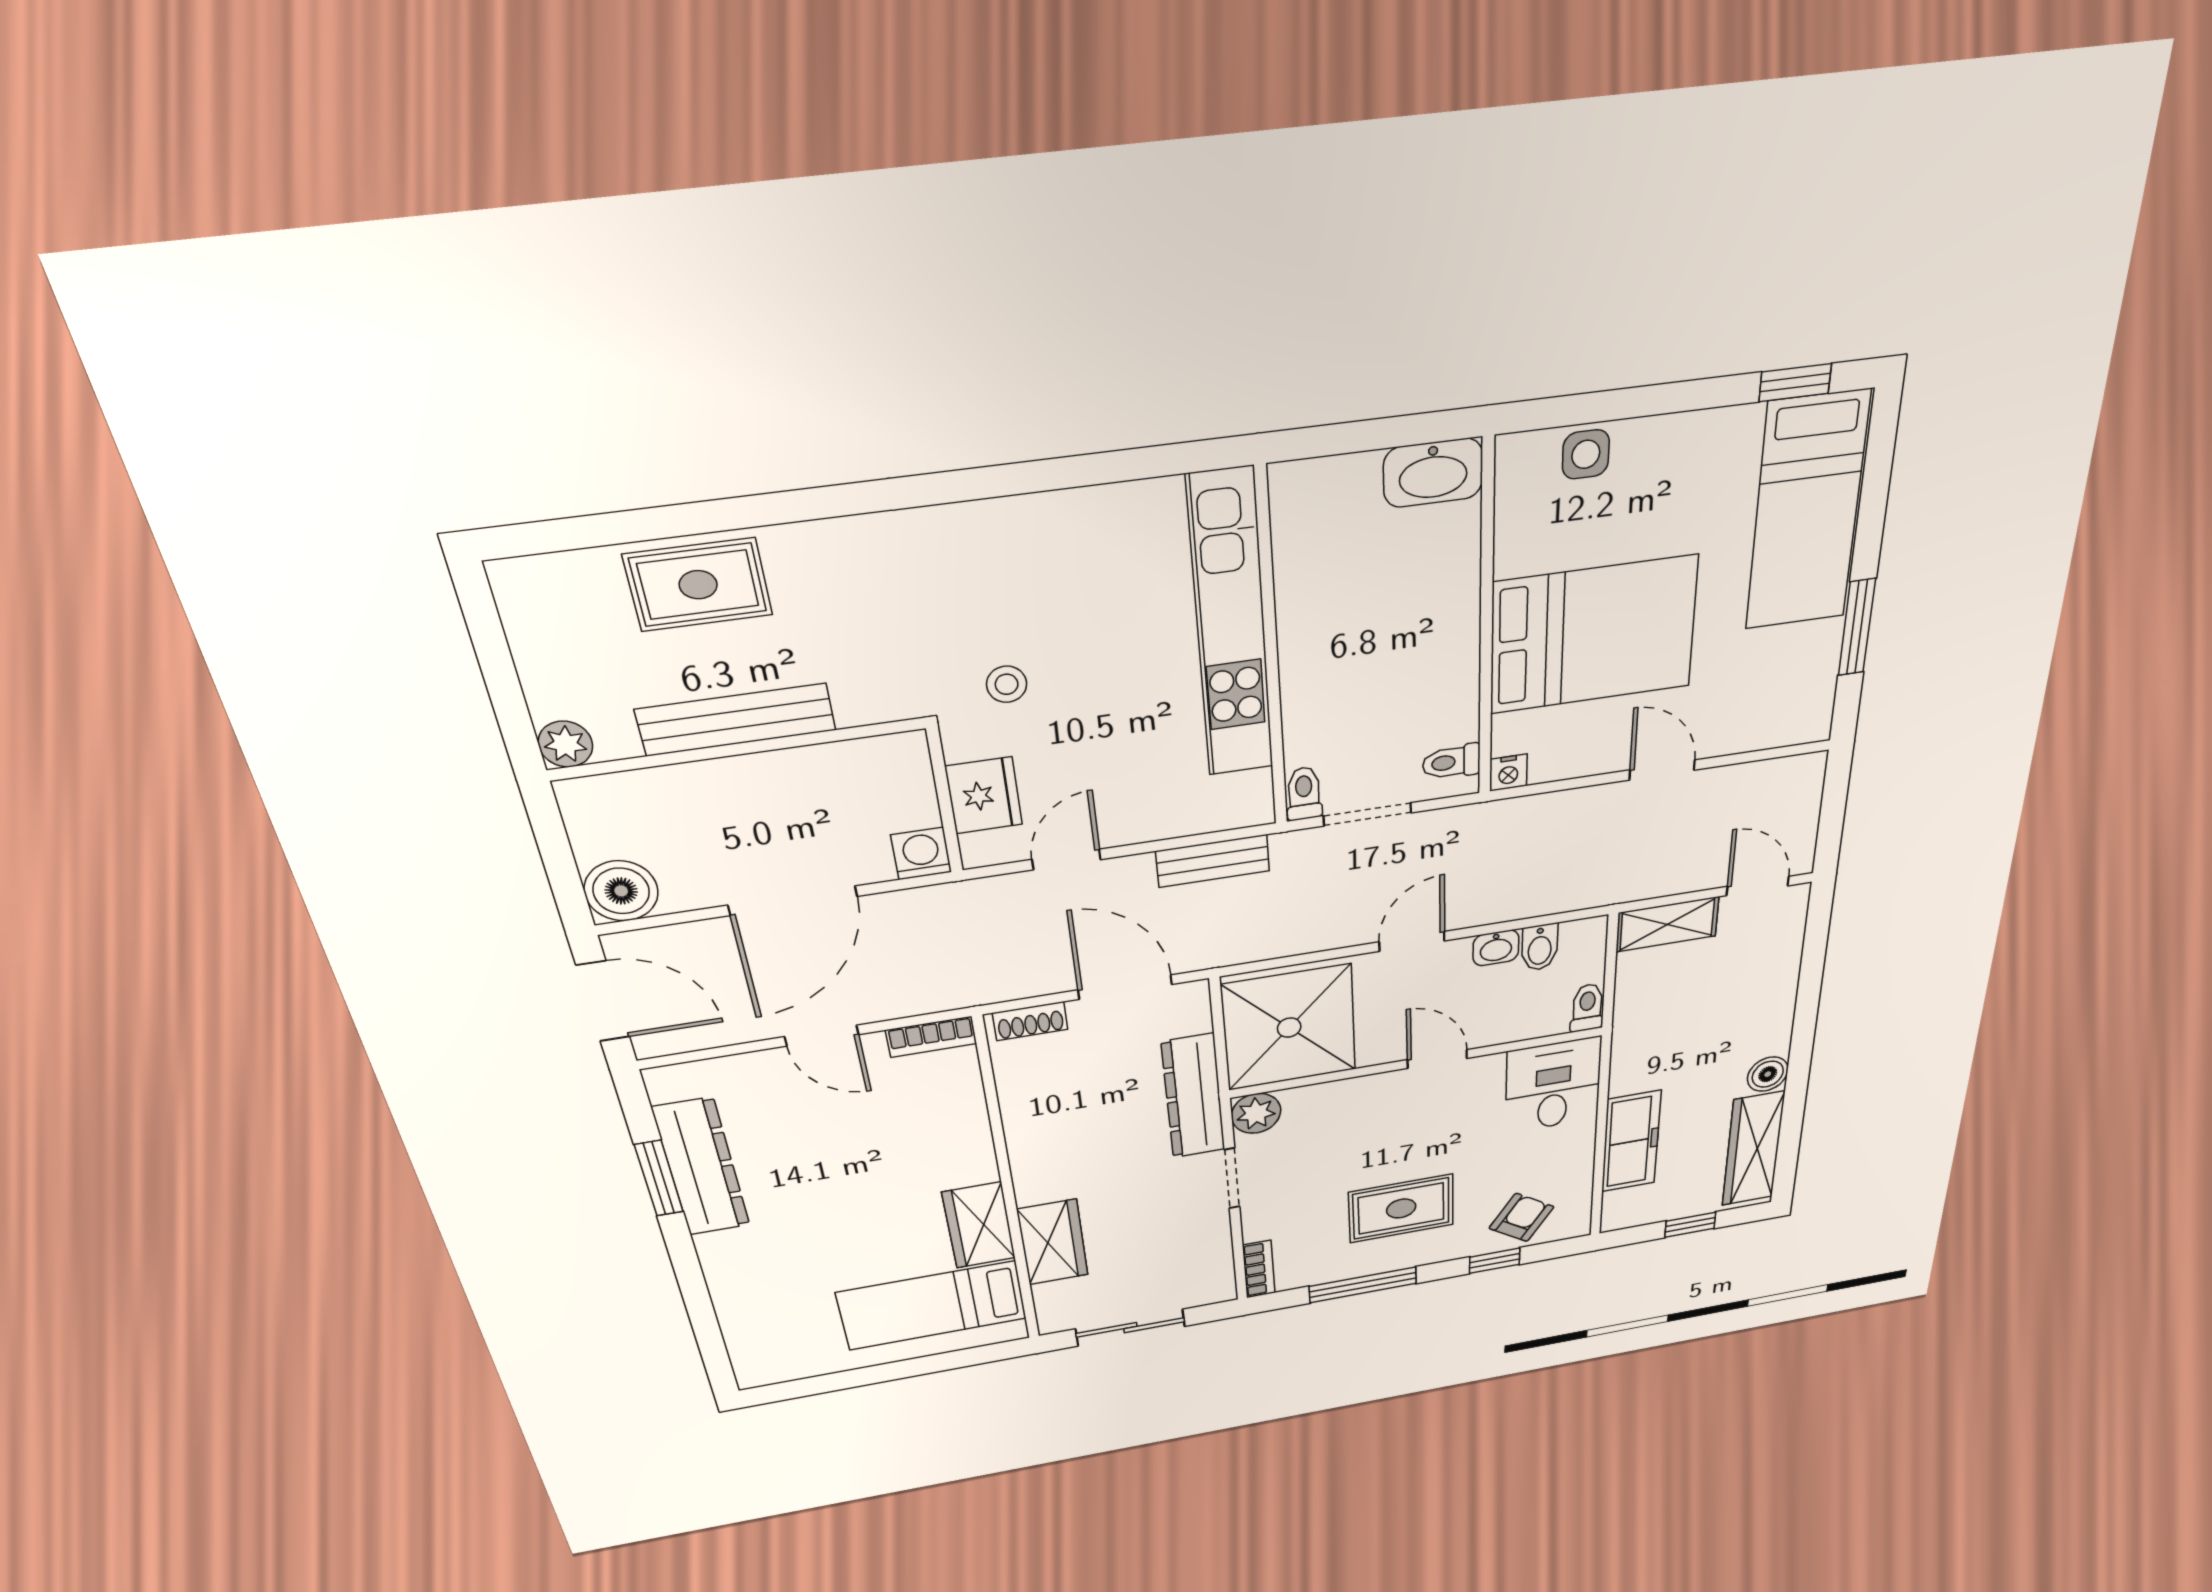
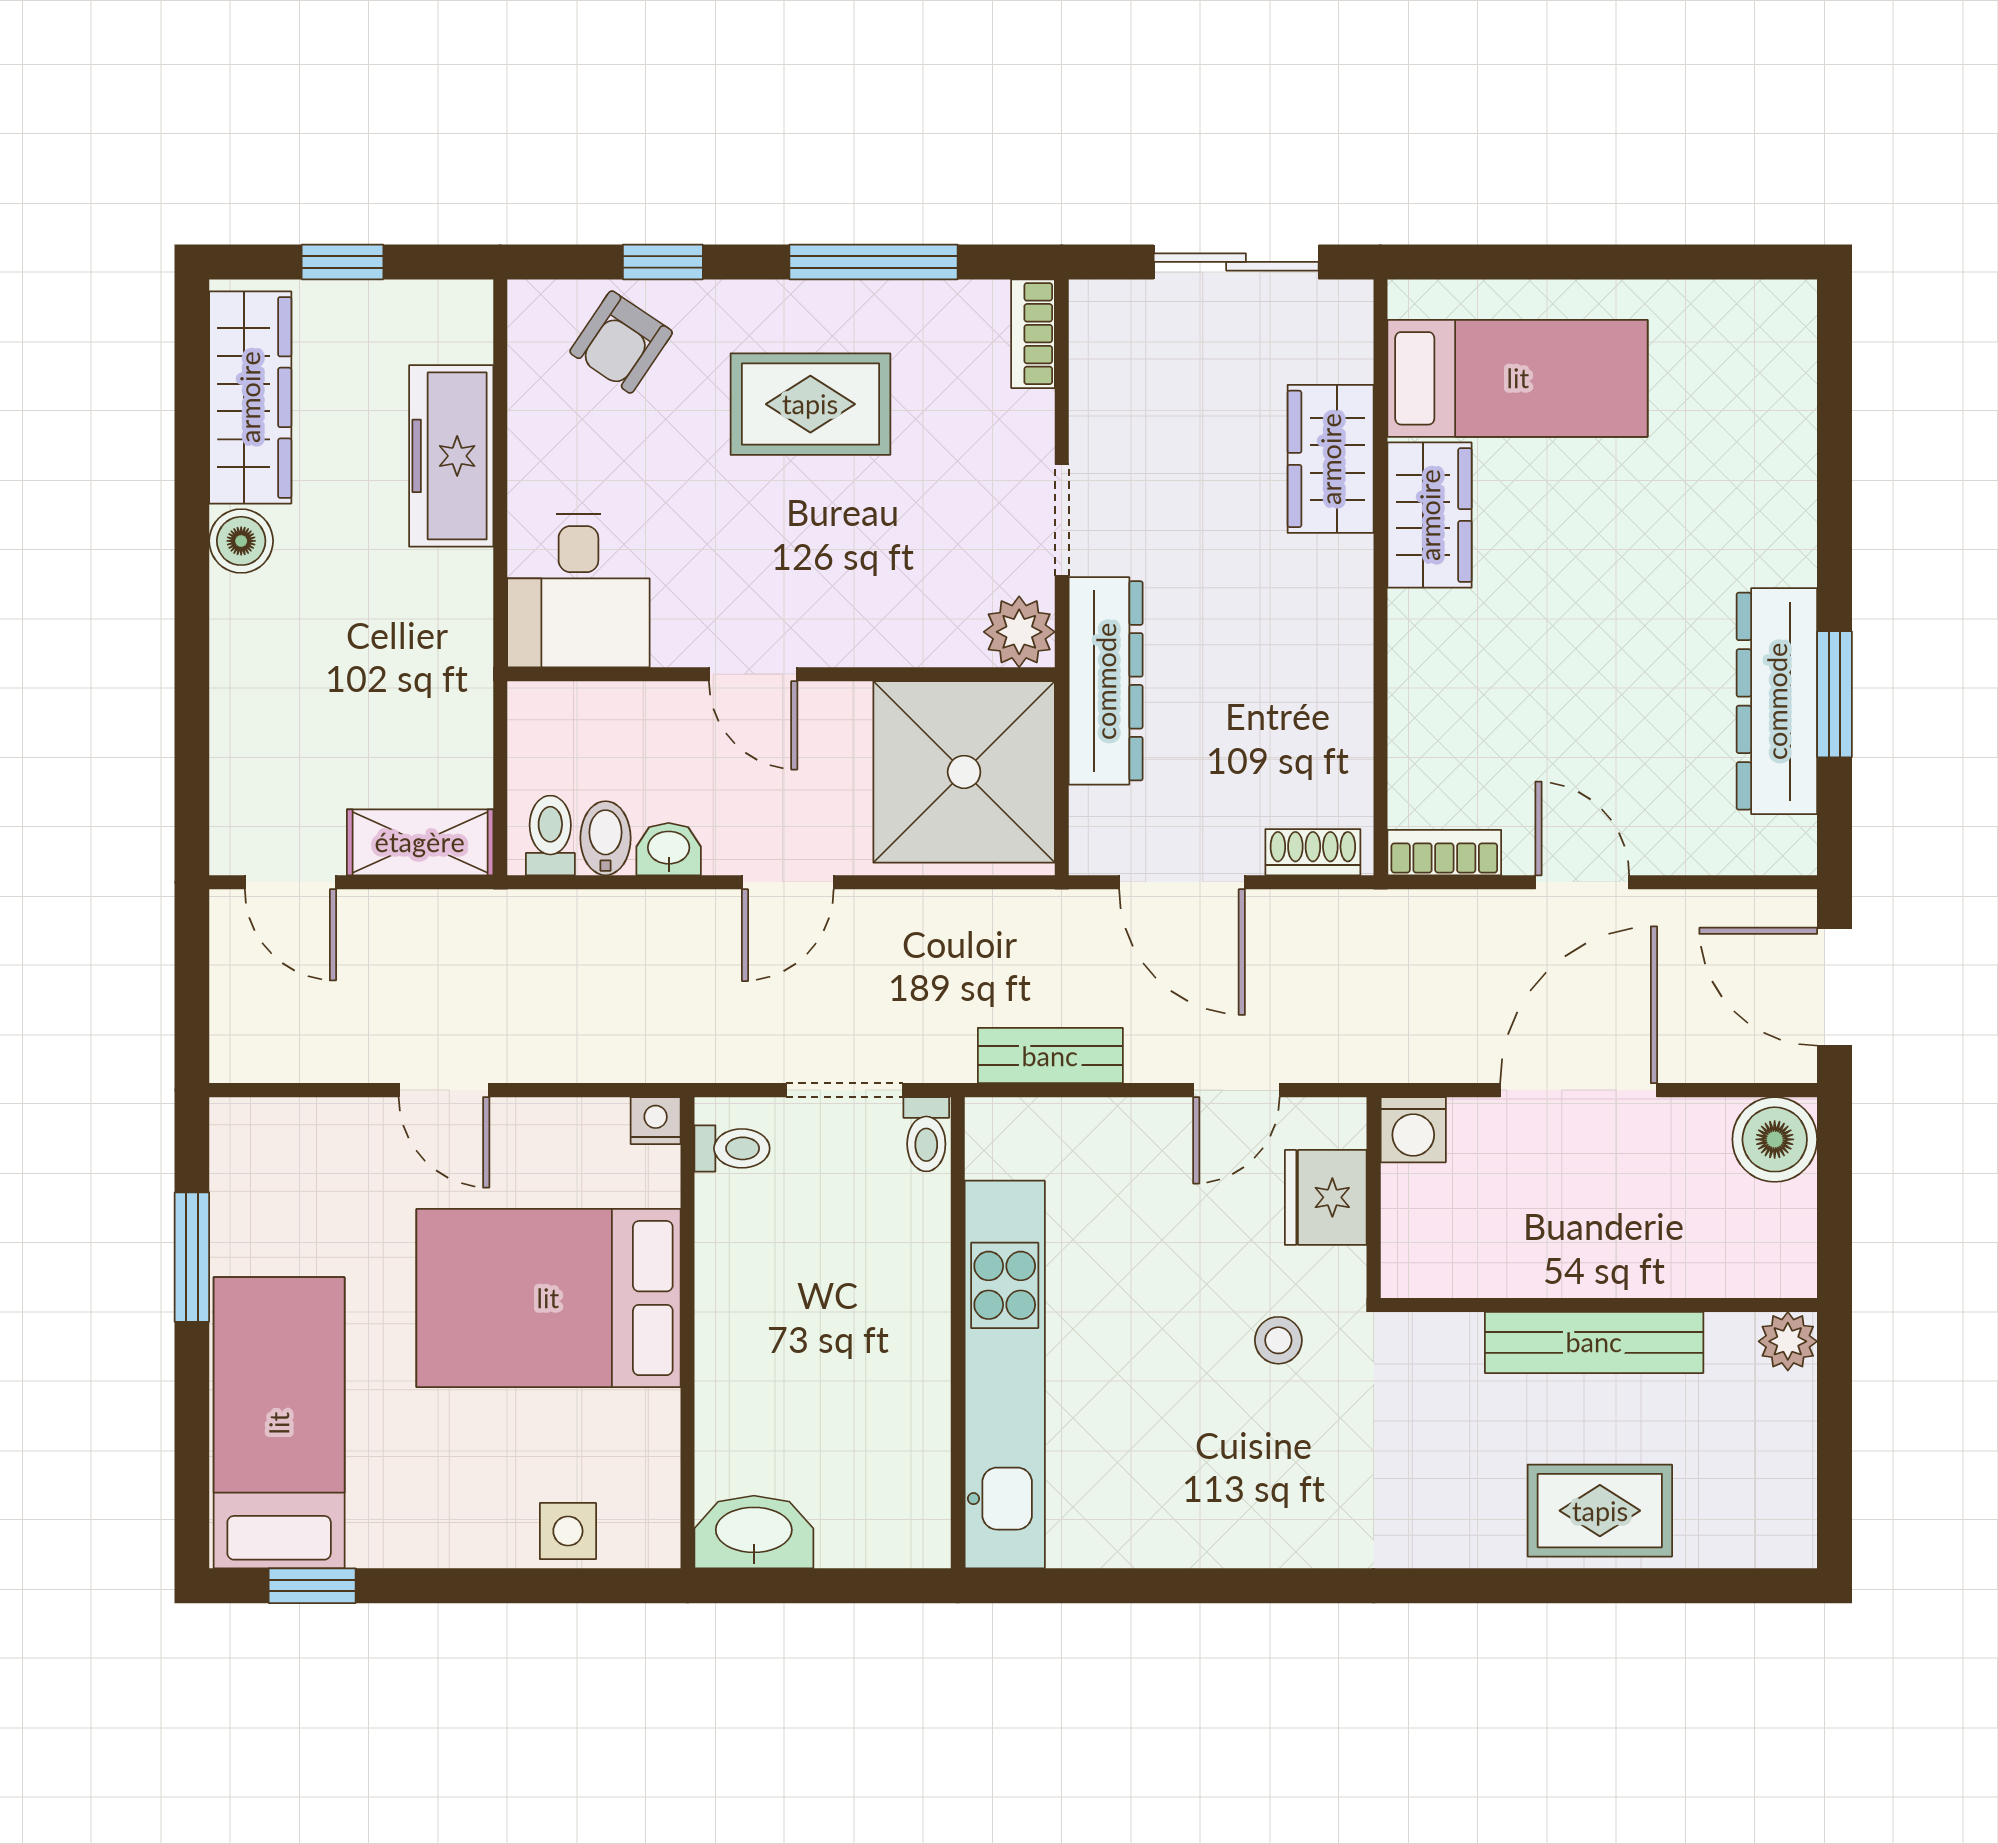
toilet: (1587, 1008) -> (550, 835), moved, turned 180

